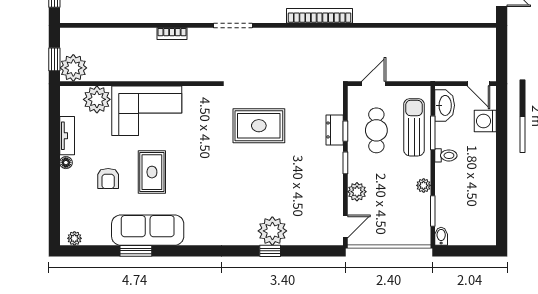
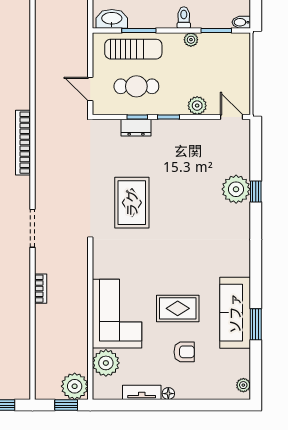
sun lounger: (414, 127) -> (133, 49), turned 180
toilet: (446, 155) -> (184, 18), moved

